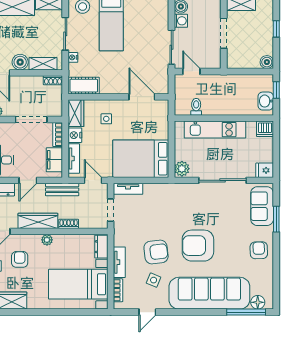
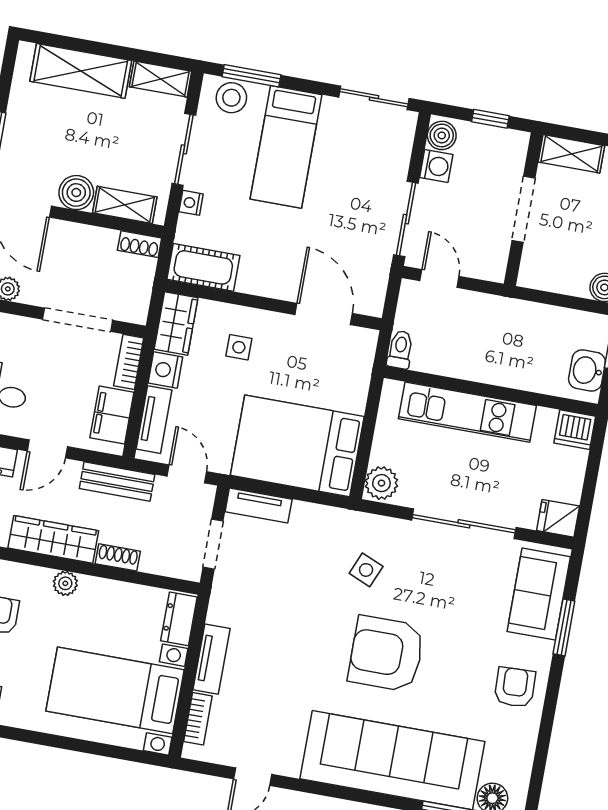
toilet: (196, 107) -> (400, 350), moved
armchair: (156, 252) -> (294, 651), removed
side table: (154, 280) -> (366, 570), moved

